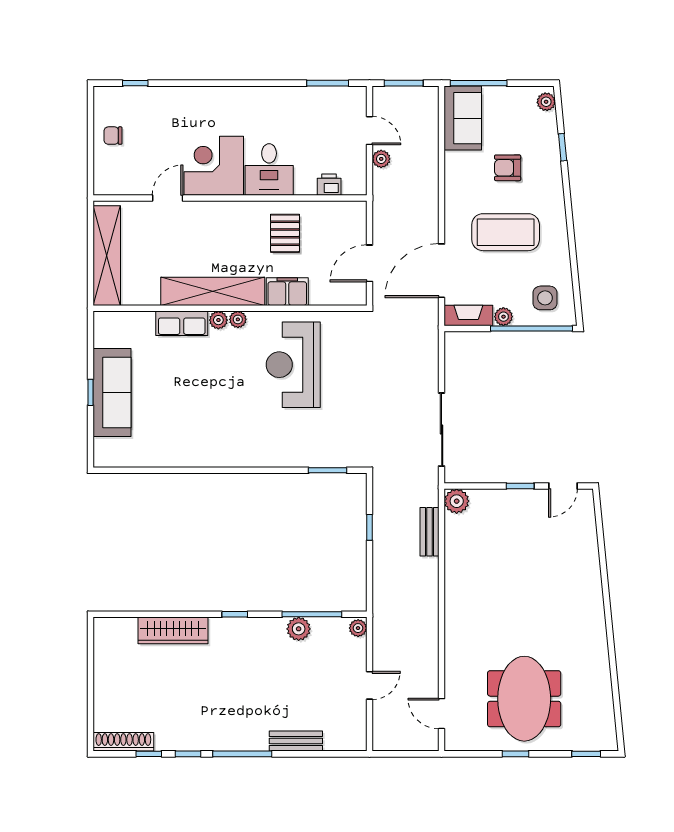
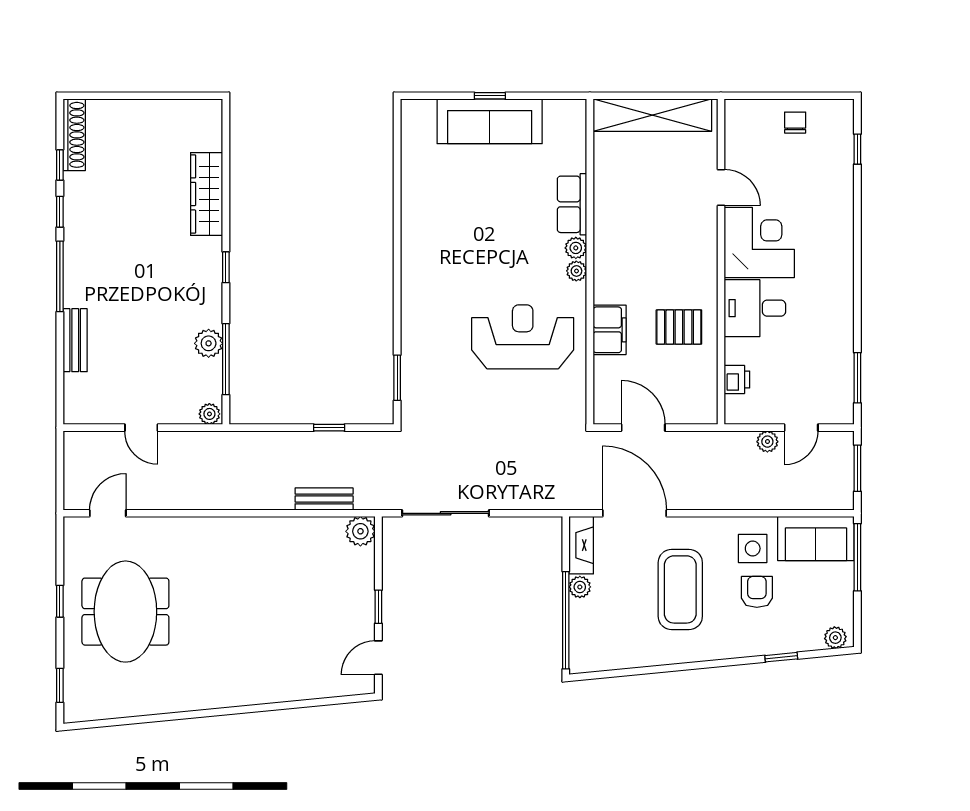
shelving: (213, 291) -> (610, 241), removed
side table: (545, 298) -> (753, 548), moved
door: (563, 486) -> (378, 658), hinge flipped
meeting table: (524, 699) -> (125, 612), turned 90

